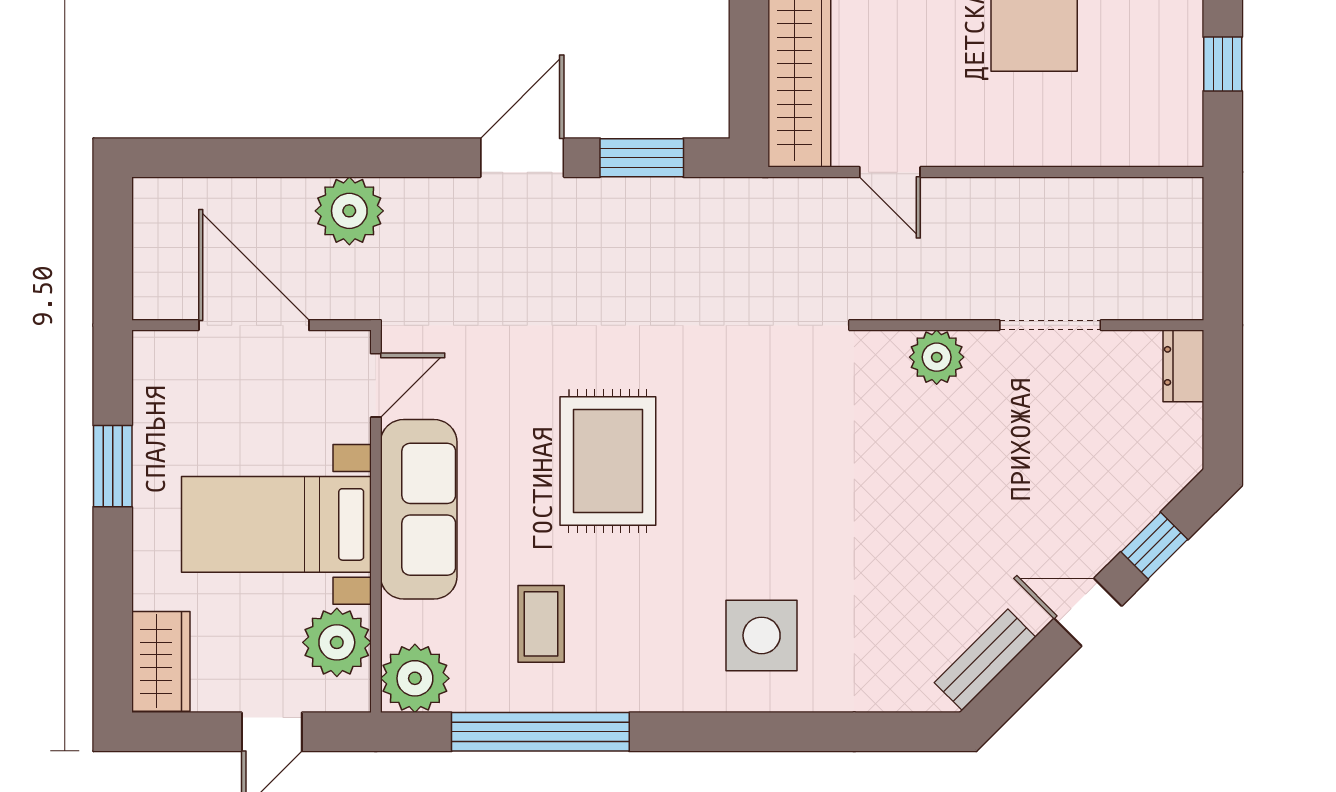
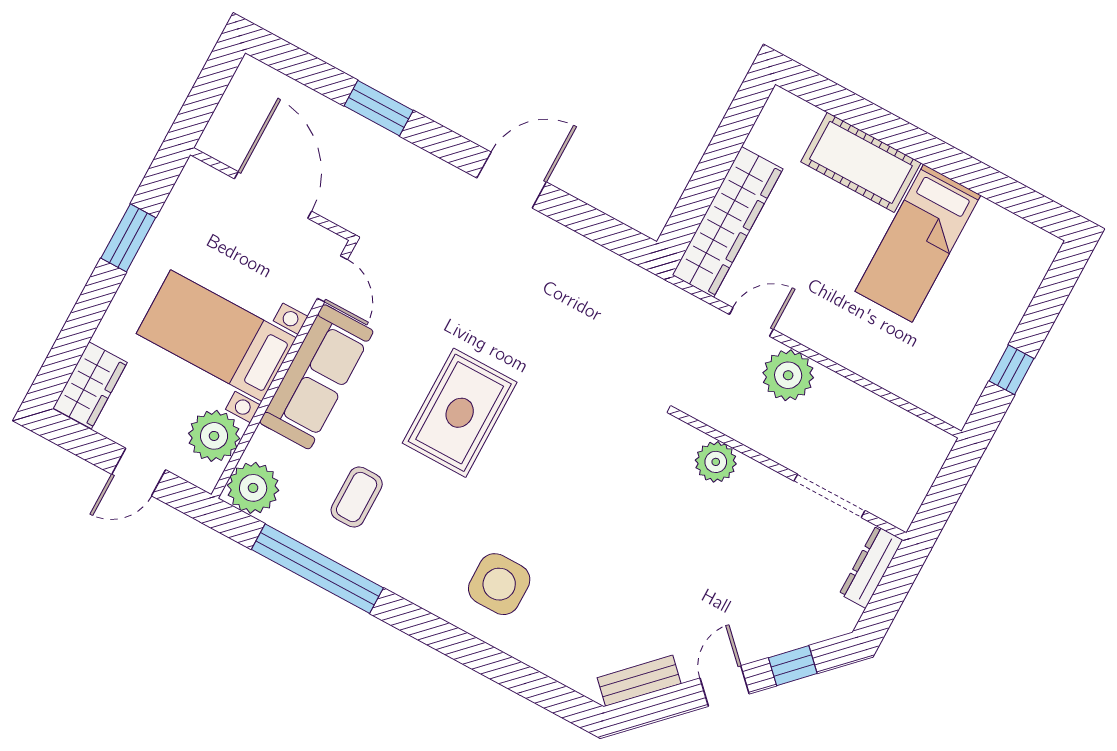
window: (642, 158) -> (379, 108), moved
door: (890, 172) -> (751, 322), swing flipped
plant: (349, 211) -> (788, 375), moved
doorway: (1050, 325) -> (829, 496), moved
dresser: (1183, 366) -> (871, 567), width x1.44
door: (376, 385) -> (332, 279), hinge flipped
door: (1088, 612) -> (725, 686), hinge flipped

